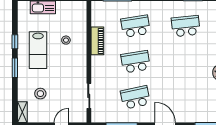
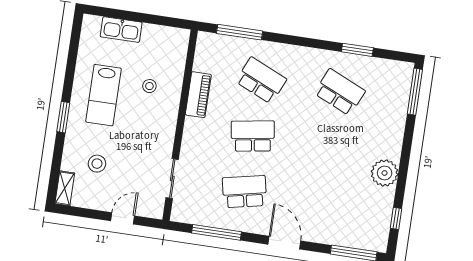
school desk: (135, 26) -> (261, 80), turned 33
school desk: (186, 26) -> (340, 92), turned 30
window: (15, 42) -> (69, 77), removed

